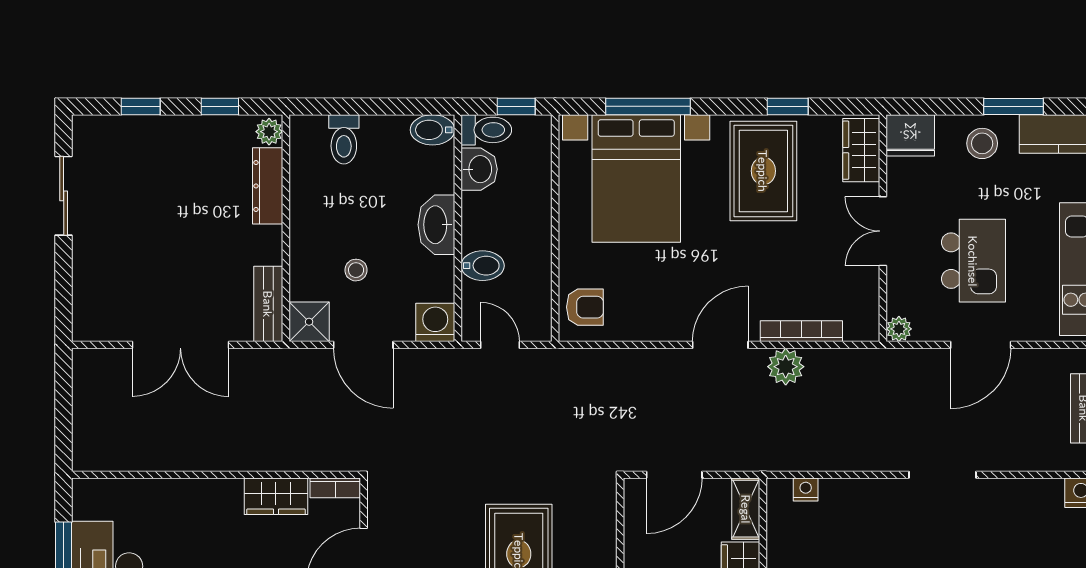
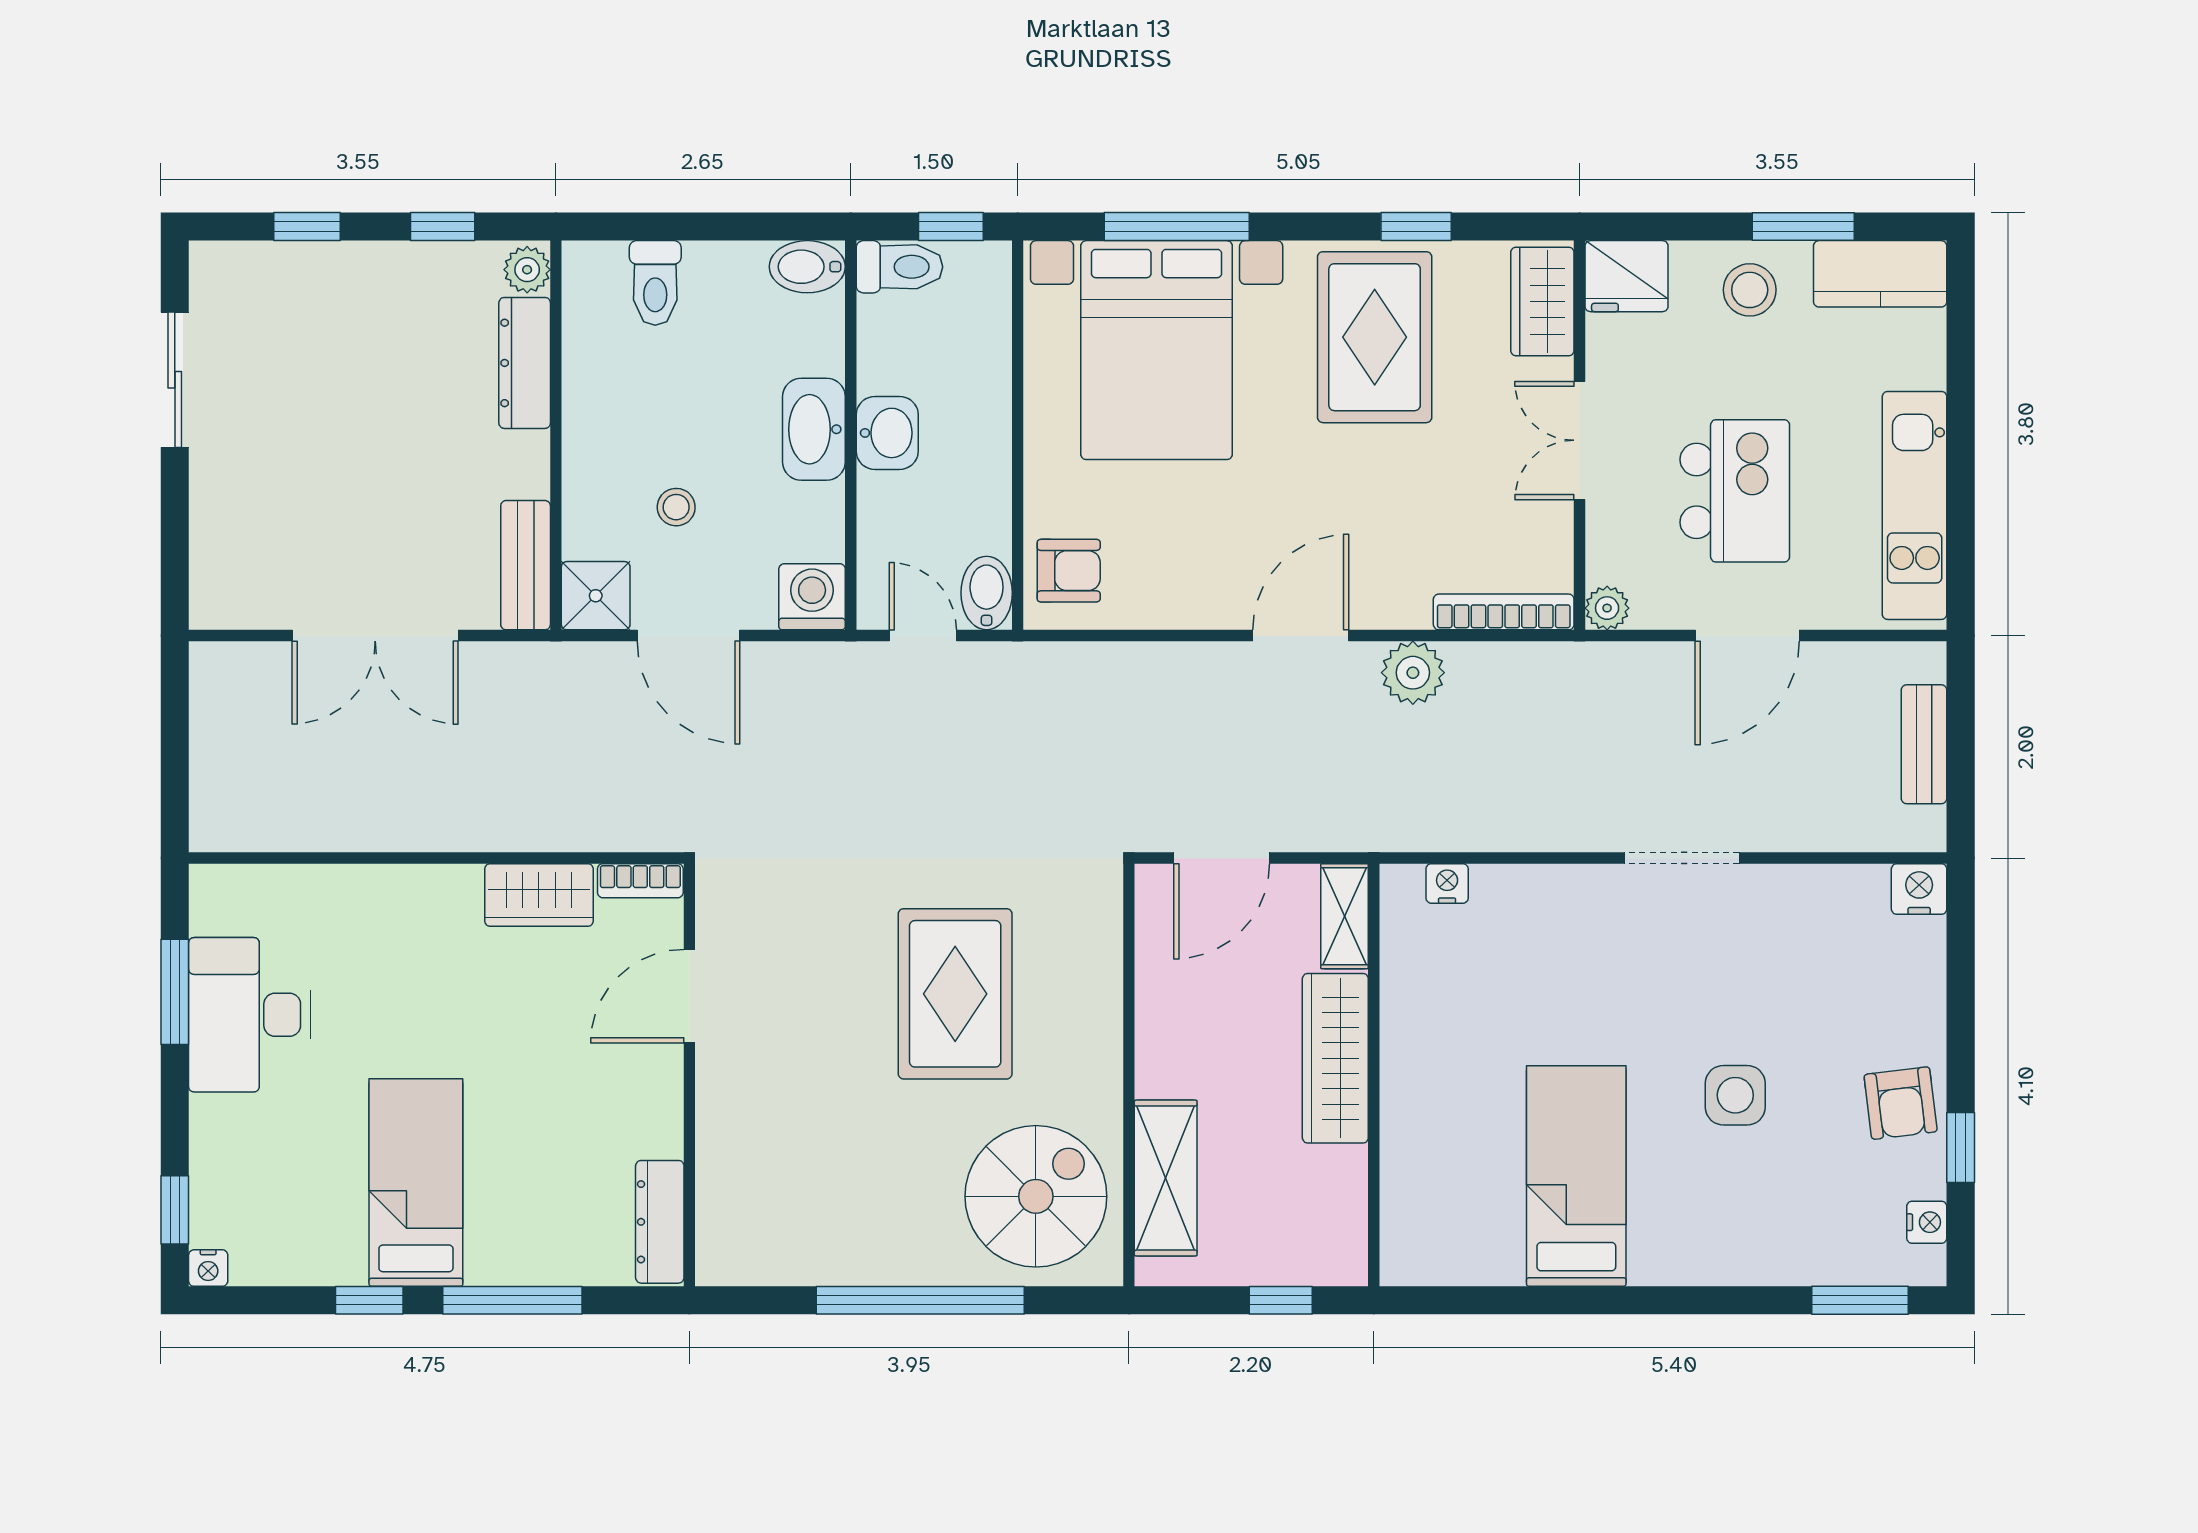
washbasin: (479, 169) -> (887, 433), moved
bidet: (483, 266) -> (987, 593), moved, turned -90
bookcase: (801, 331) -> (1504, 612), moved

